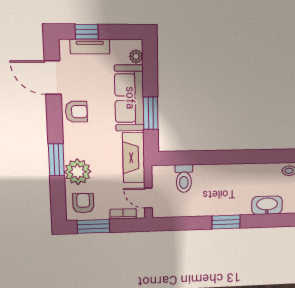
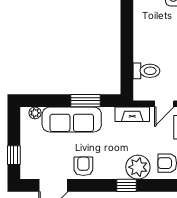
tv unit: (90, 47) -> (27, 153), removed
fireplace: (134, 158) -> (132, 114), width x0.73, depth x0.76
window: (56, 160) -> (126, 185), width x0.67

